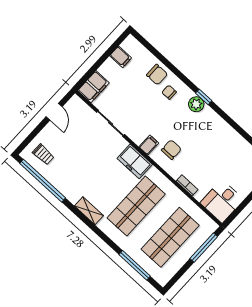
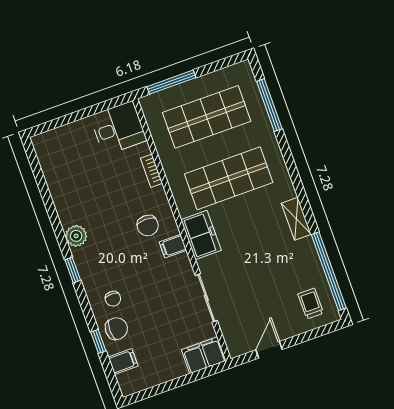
filing cabinet: (121, 57) -> (123, 362), moved, turned 90
window: (164, 61) -> (98, 341), added
chair: (157, 75) -> (116, 329), turned 90
plant: (196, 104) -> (76, 236), moved
chair: (171, 150) -> (148, 226), turned -90
shelving: (89, 211) -> (296, 219), moved

